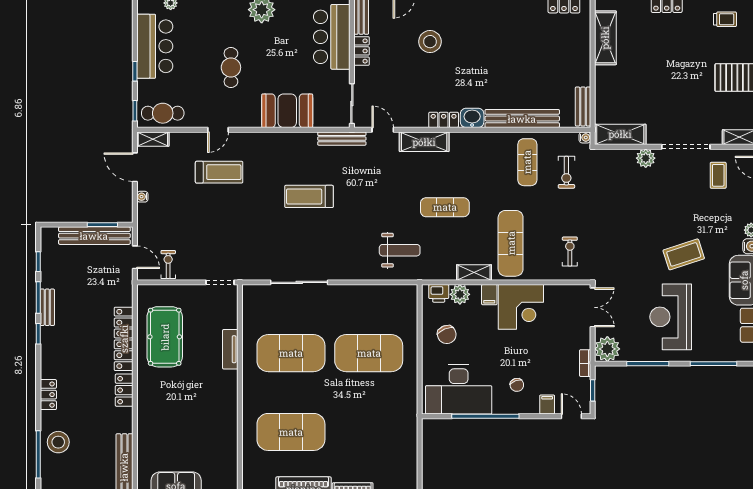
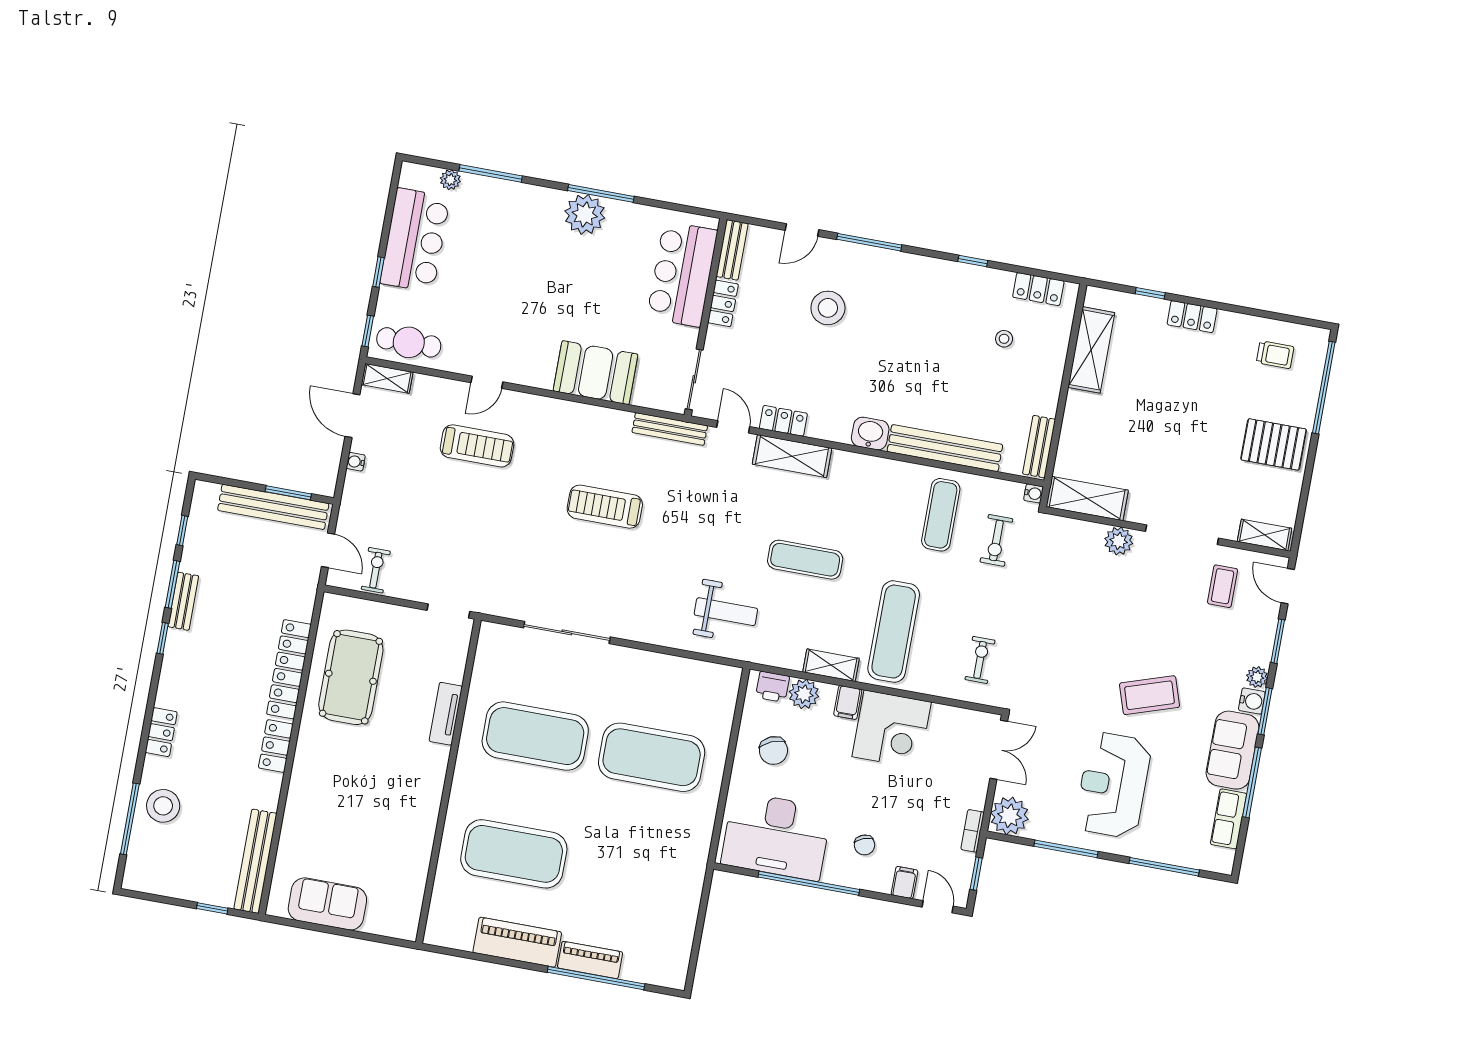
stool: (548, 41) -> (1004, 339), added
cafe table: (231, 67) -> (523, 293), removed
locker: (444, 120) -> (783, 421), moved

